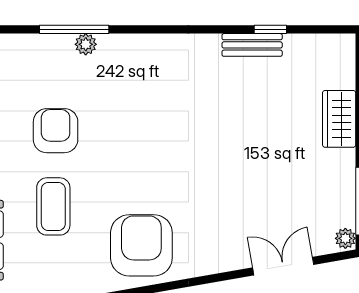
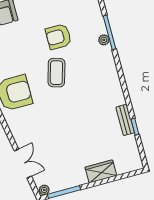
armchair: (56, 131) -> (58, 37), turned 180
coffee table: (53, 206) -> (56, 73), moved, turned -74

